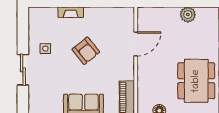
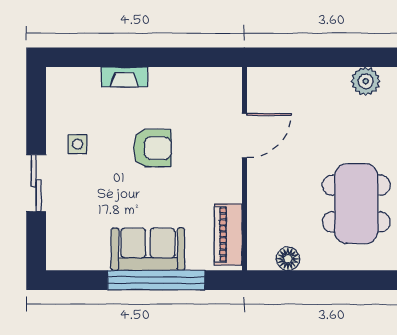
plant: (188, 15) -> (366, 81), moved
armchair: (86, 51) -> (152, 148), turned -51

